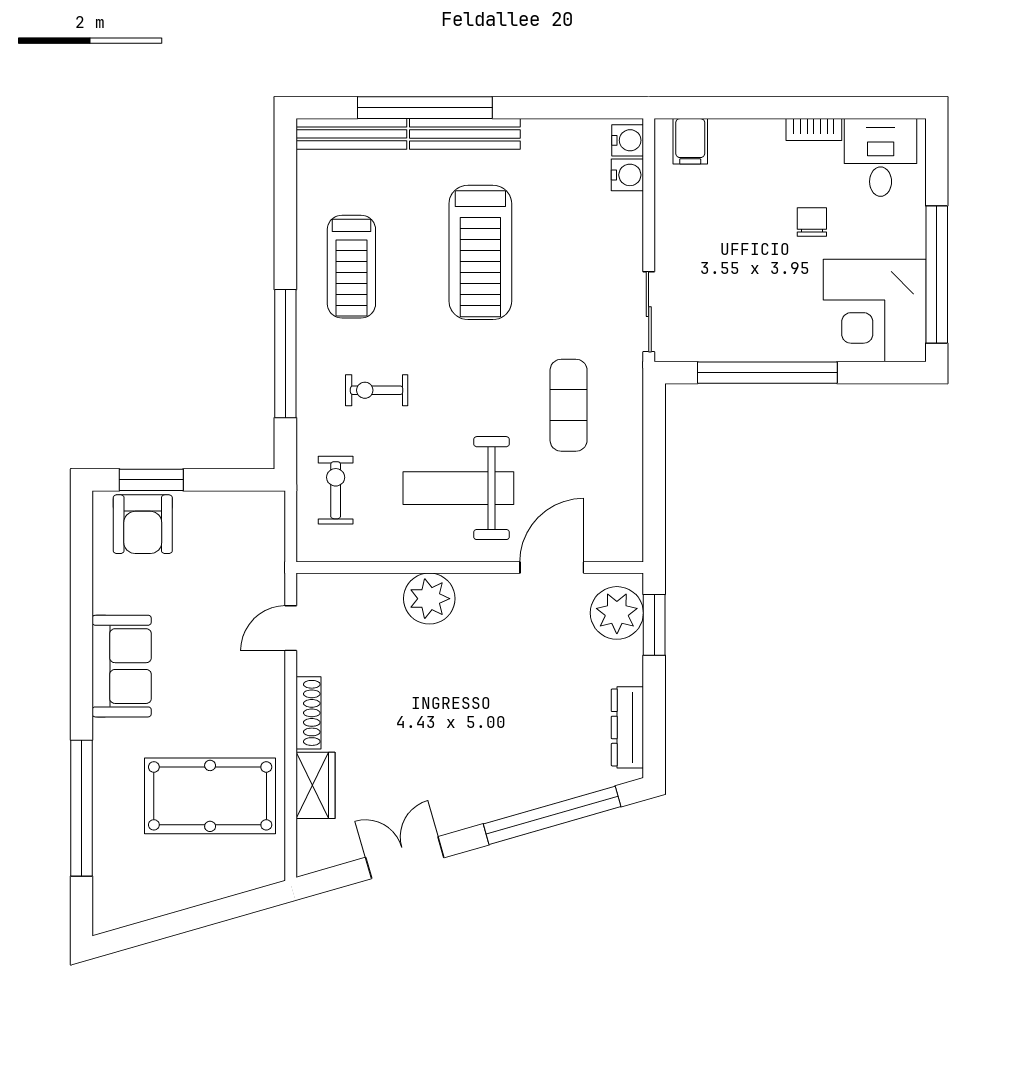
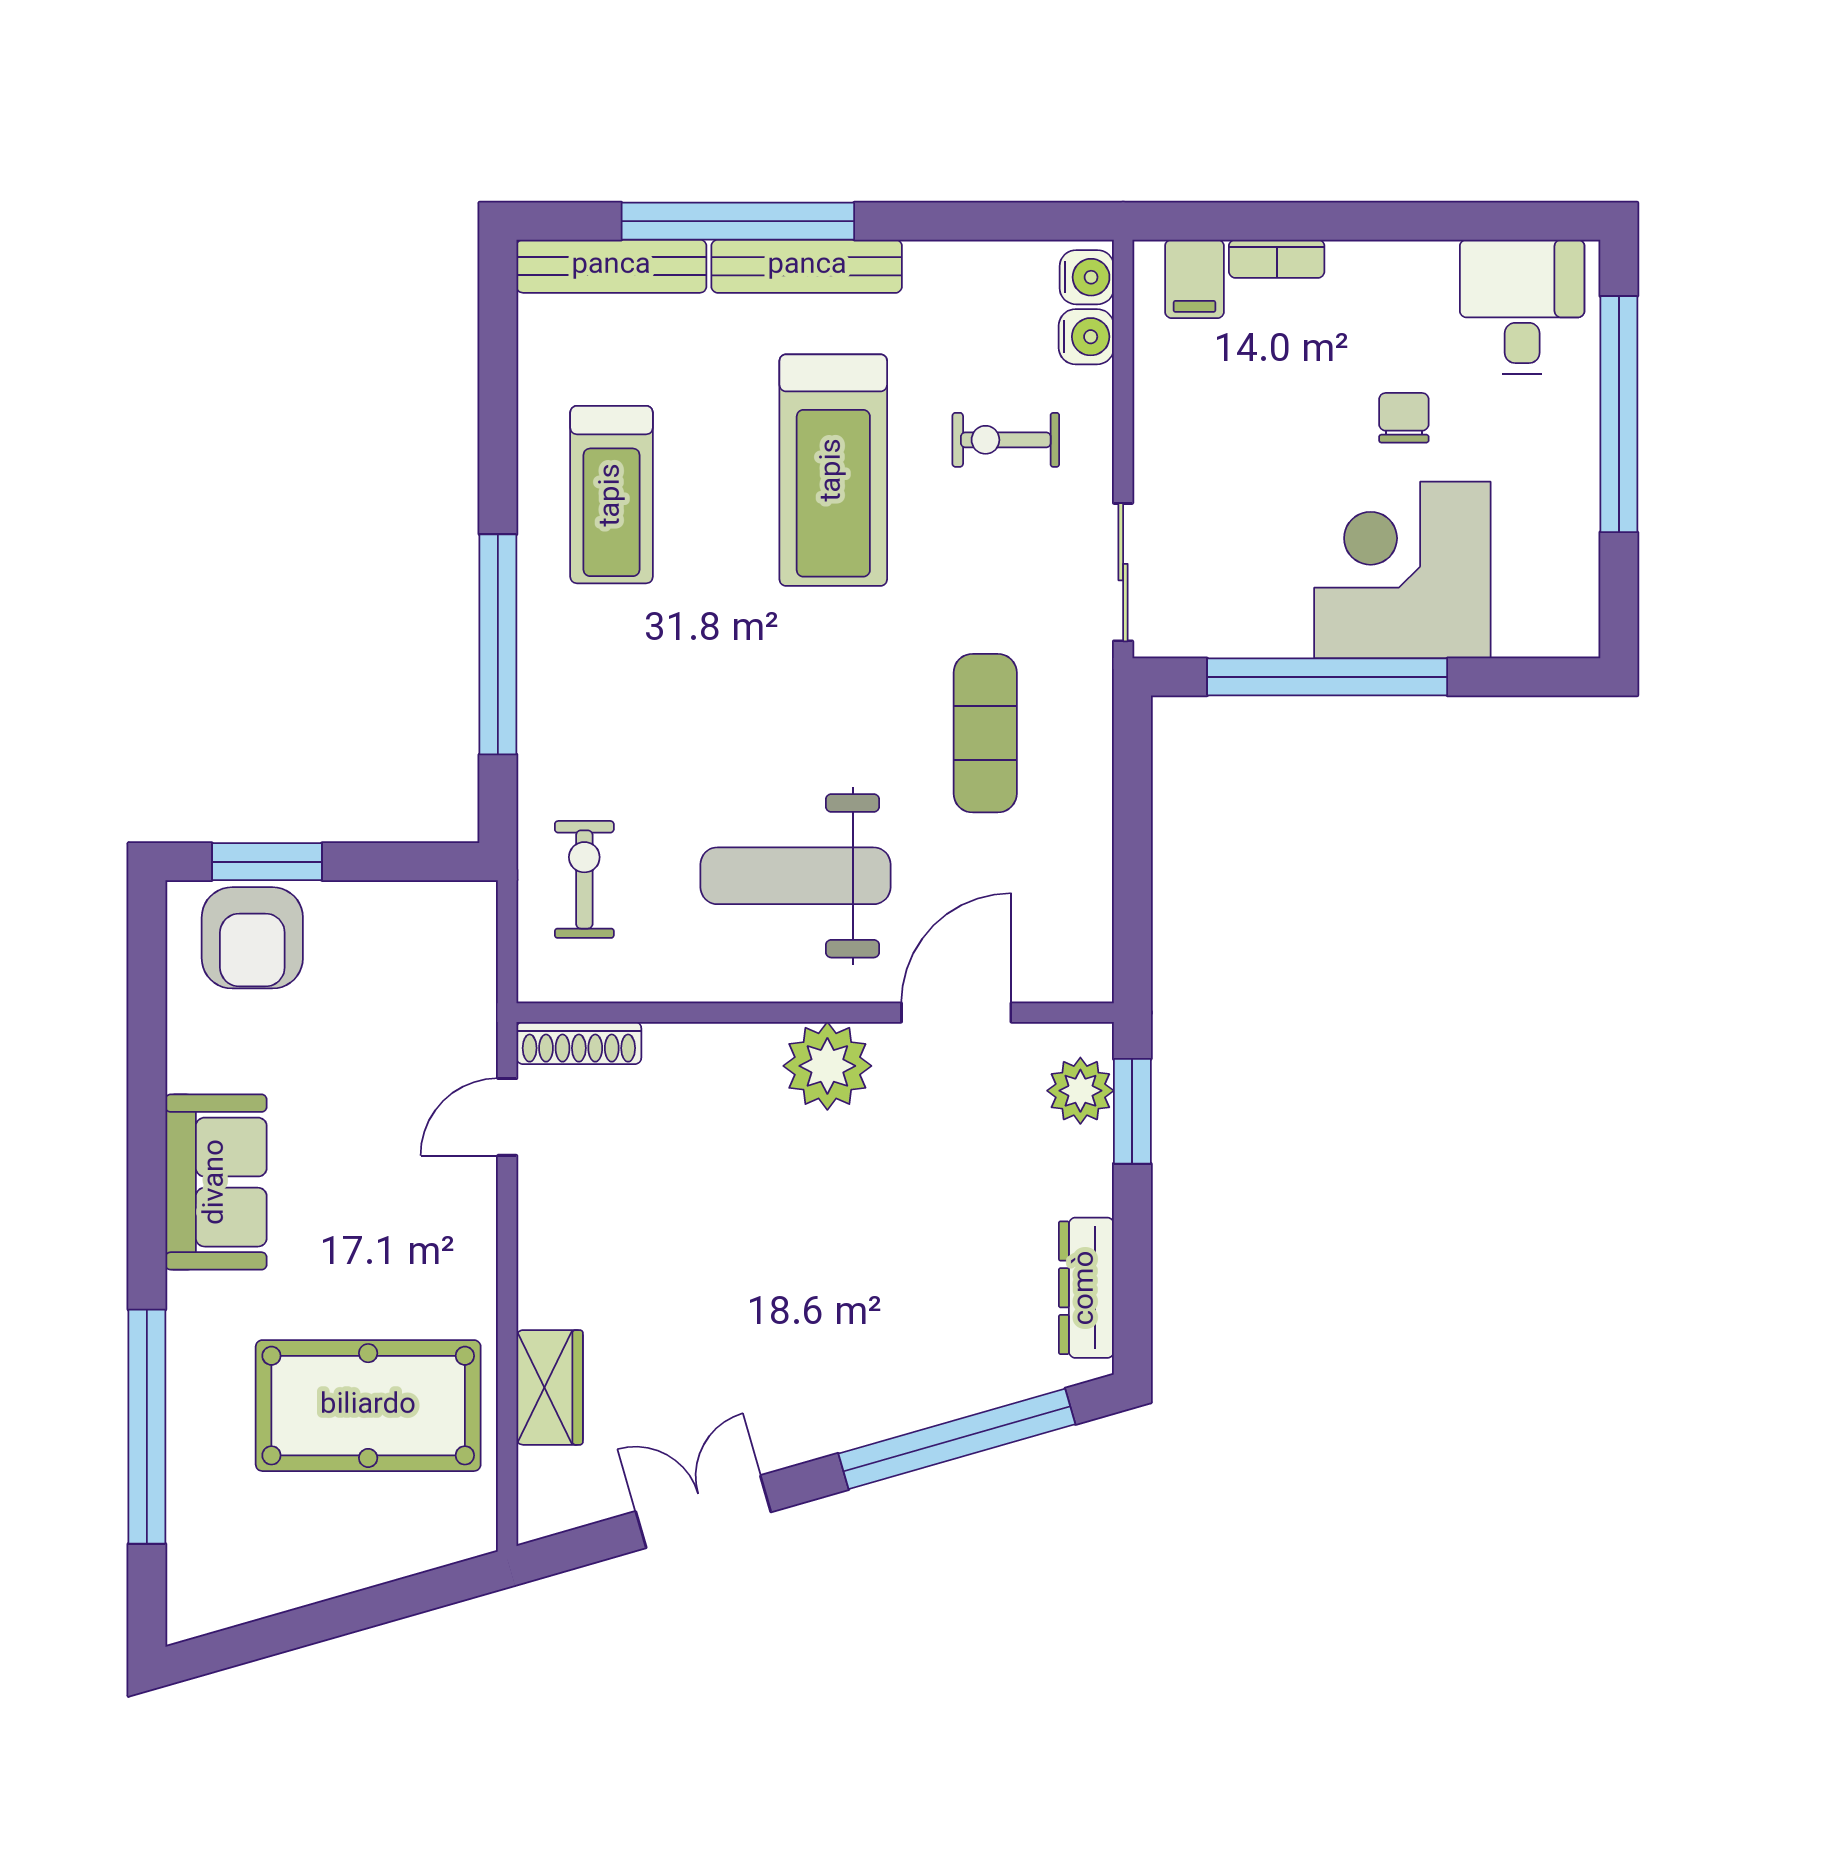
bookcase: (814, 130) -> (1277, 259), moved
window: (937, 275) -> (1619, 414), moved
corner desk: (875, 310) -> (1402, 570), moved, turned 90
exercise bike: (377, 390) -> (1006, 440), moved
plant: (429, 599) -> (827, 1066), moved
plant: (617, 613) -> (1080, 1091), width x0.73, depth x0.73
shoe rack: (309, 713) -> (579, 1043), moved, turned 90

